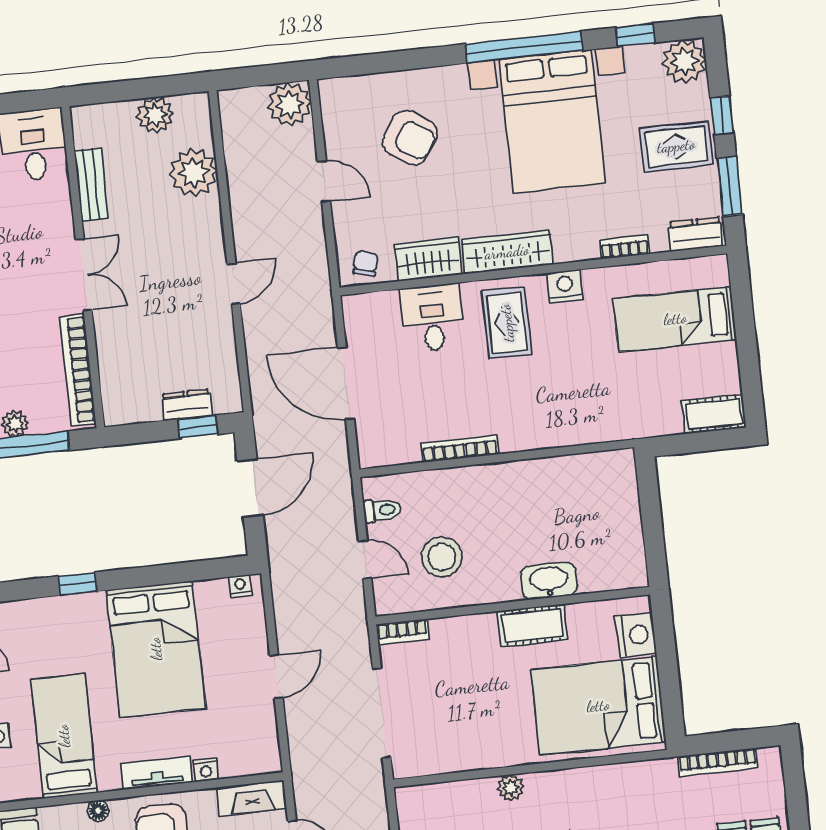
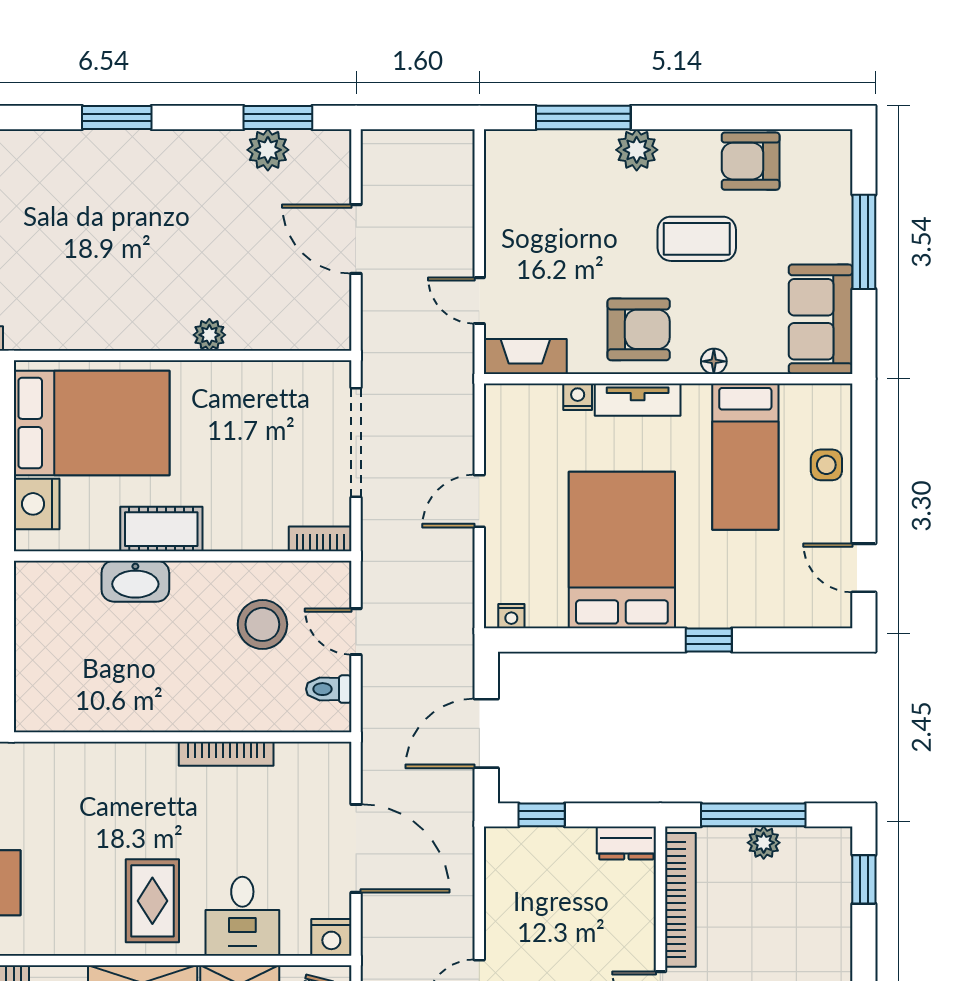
nightstand: (565, 286) -> (331, 937), moved
dresser: (187, 405) -> (626, 843), moved

